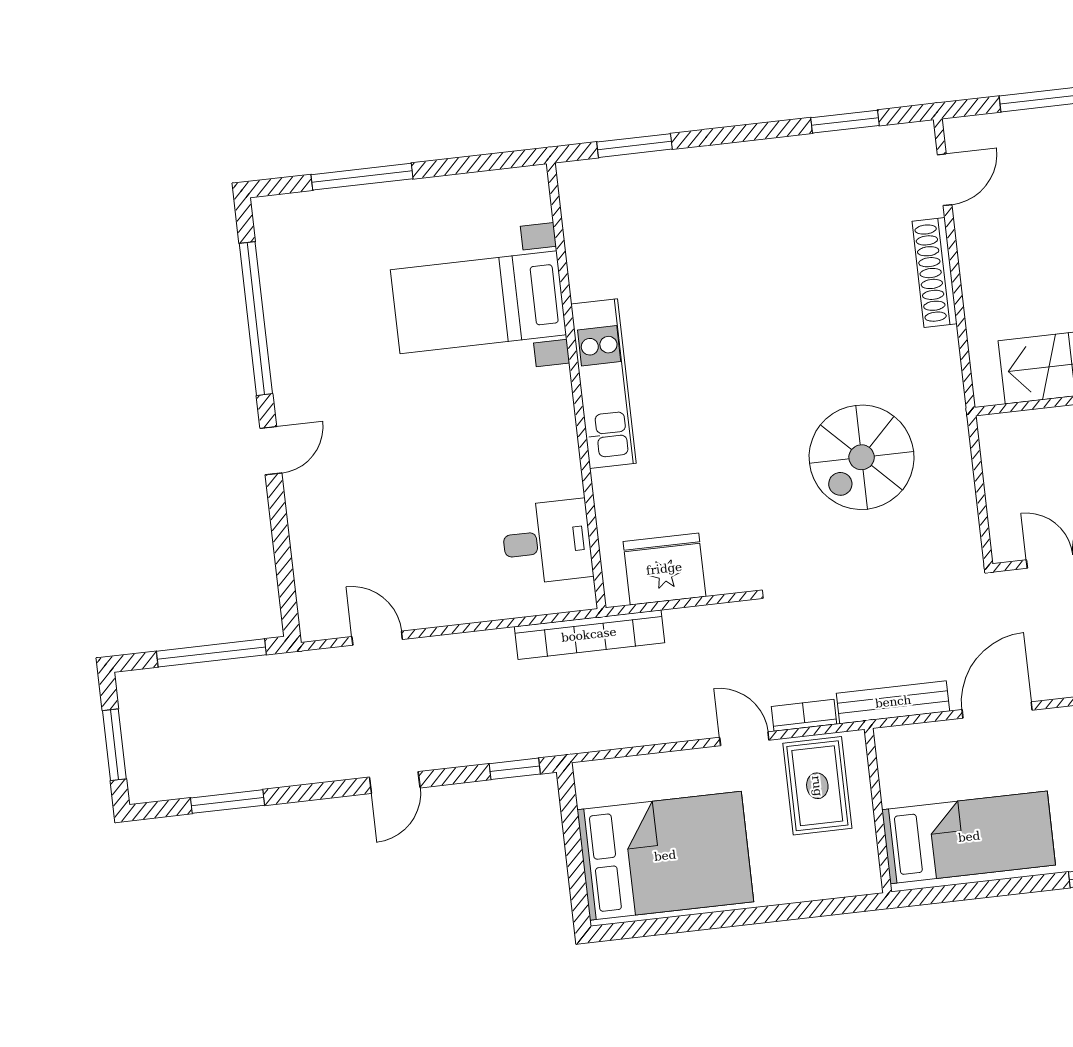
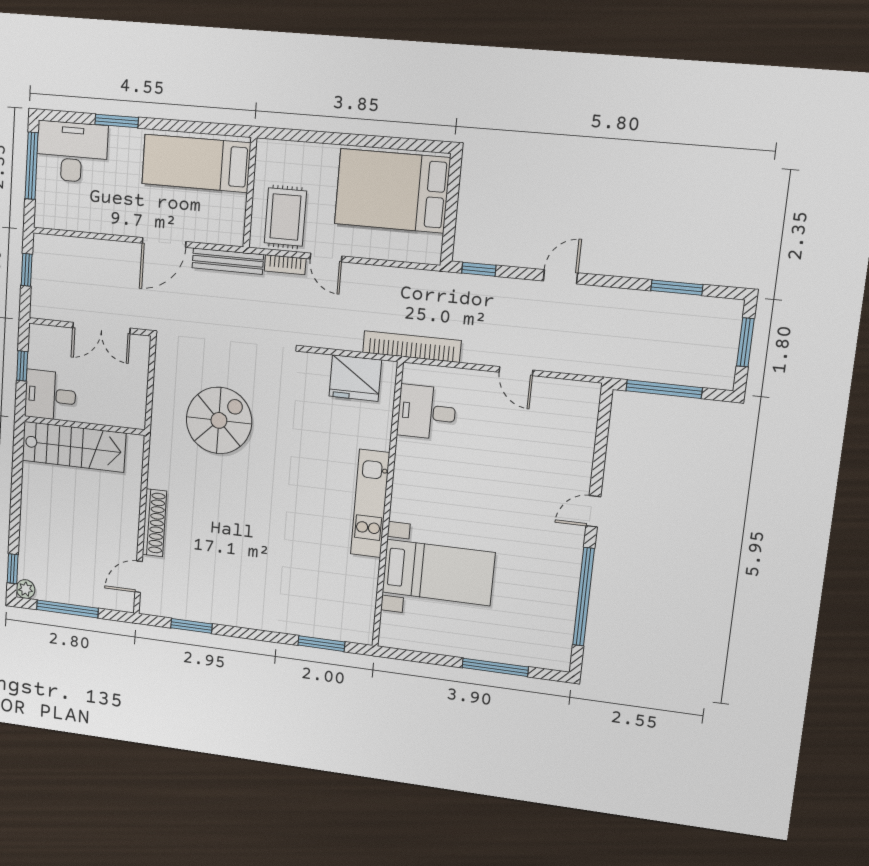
door: (377, 638) -> (516, 371), moved

